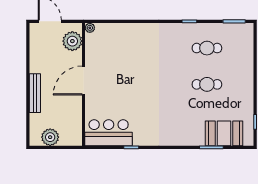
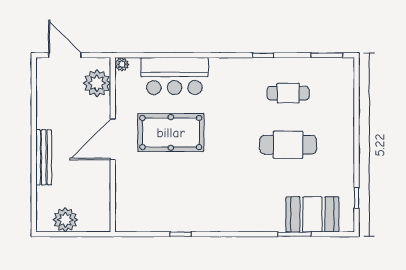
pool table: (124, 76) -> (171, 133), added
cafe table: (207, 84) -> (288, 145), width x1.37, depth x1.35
bar counter: (109, 133) -> (174, 76), moved, turned 180

